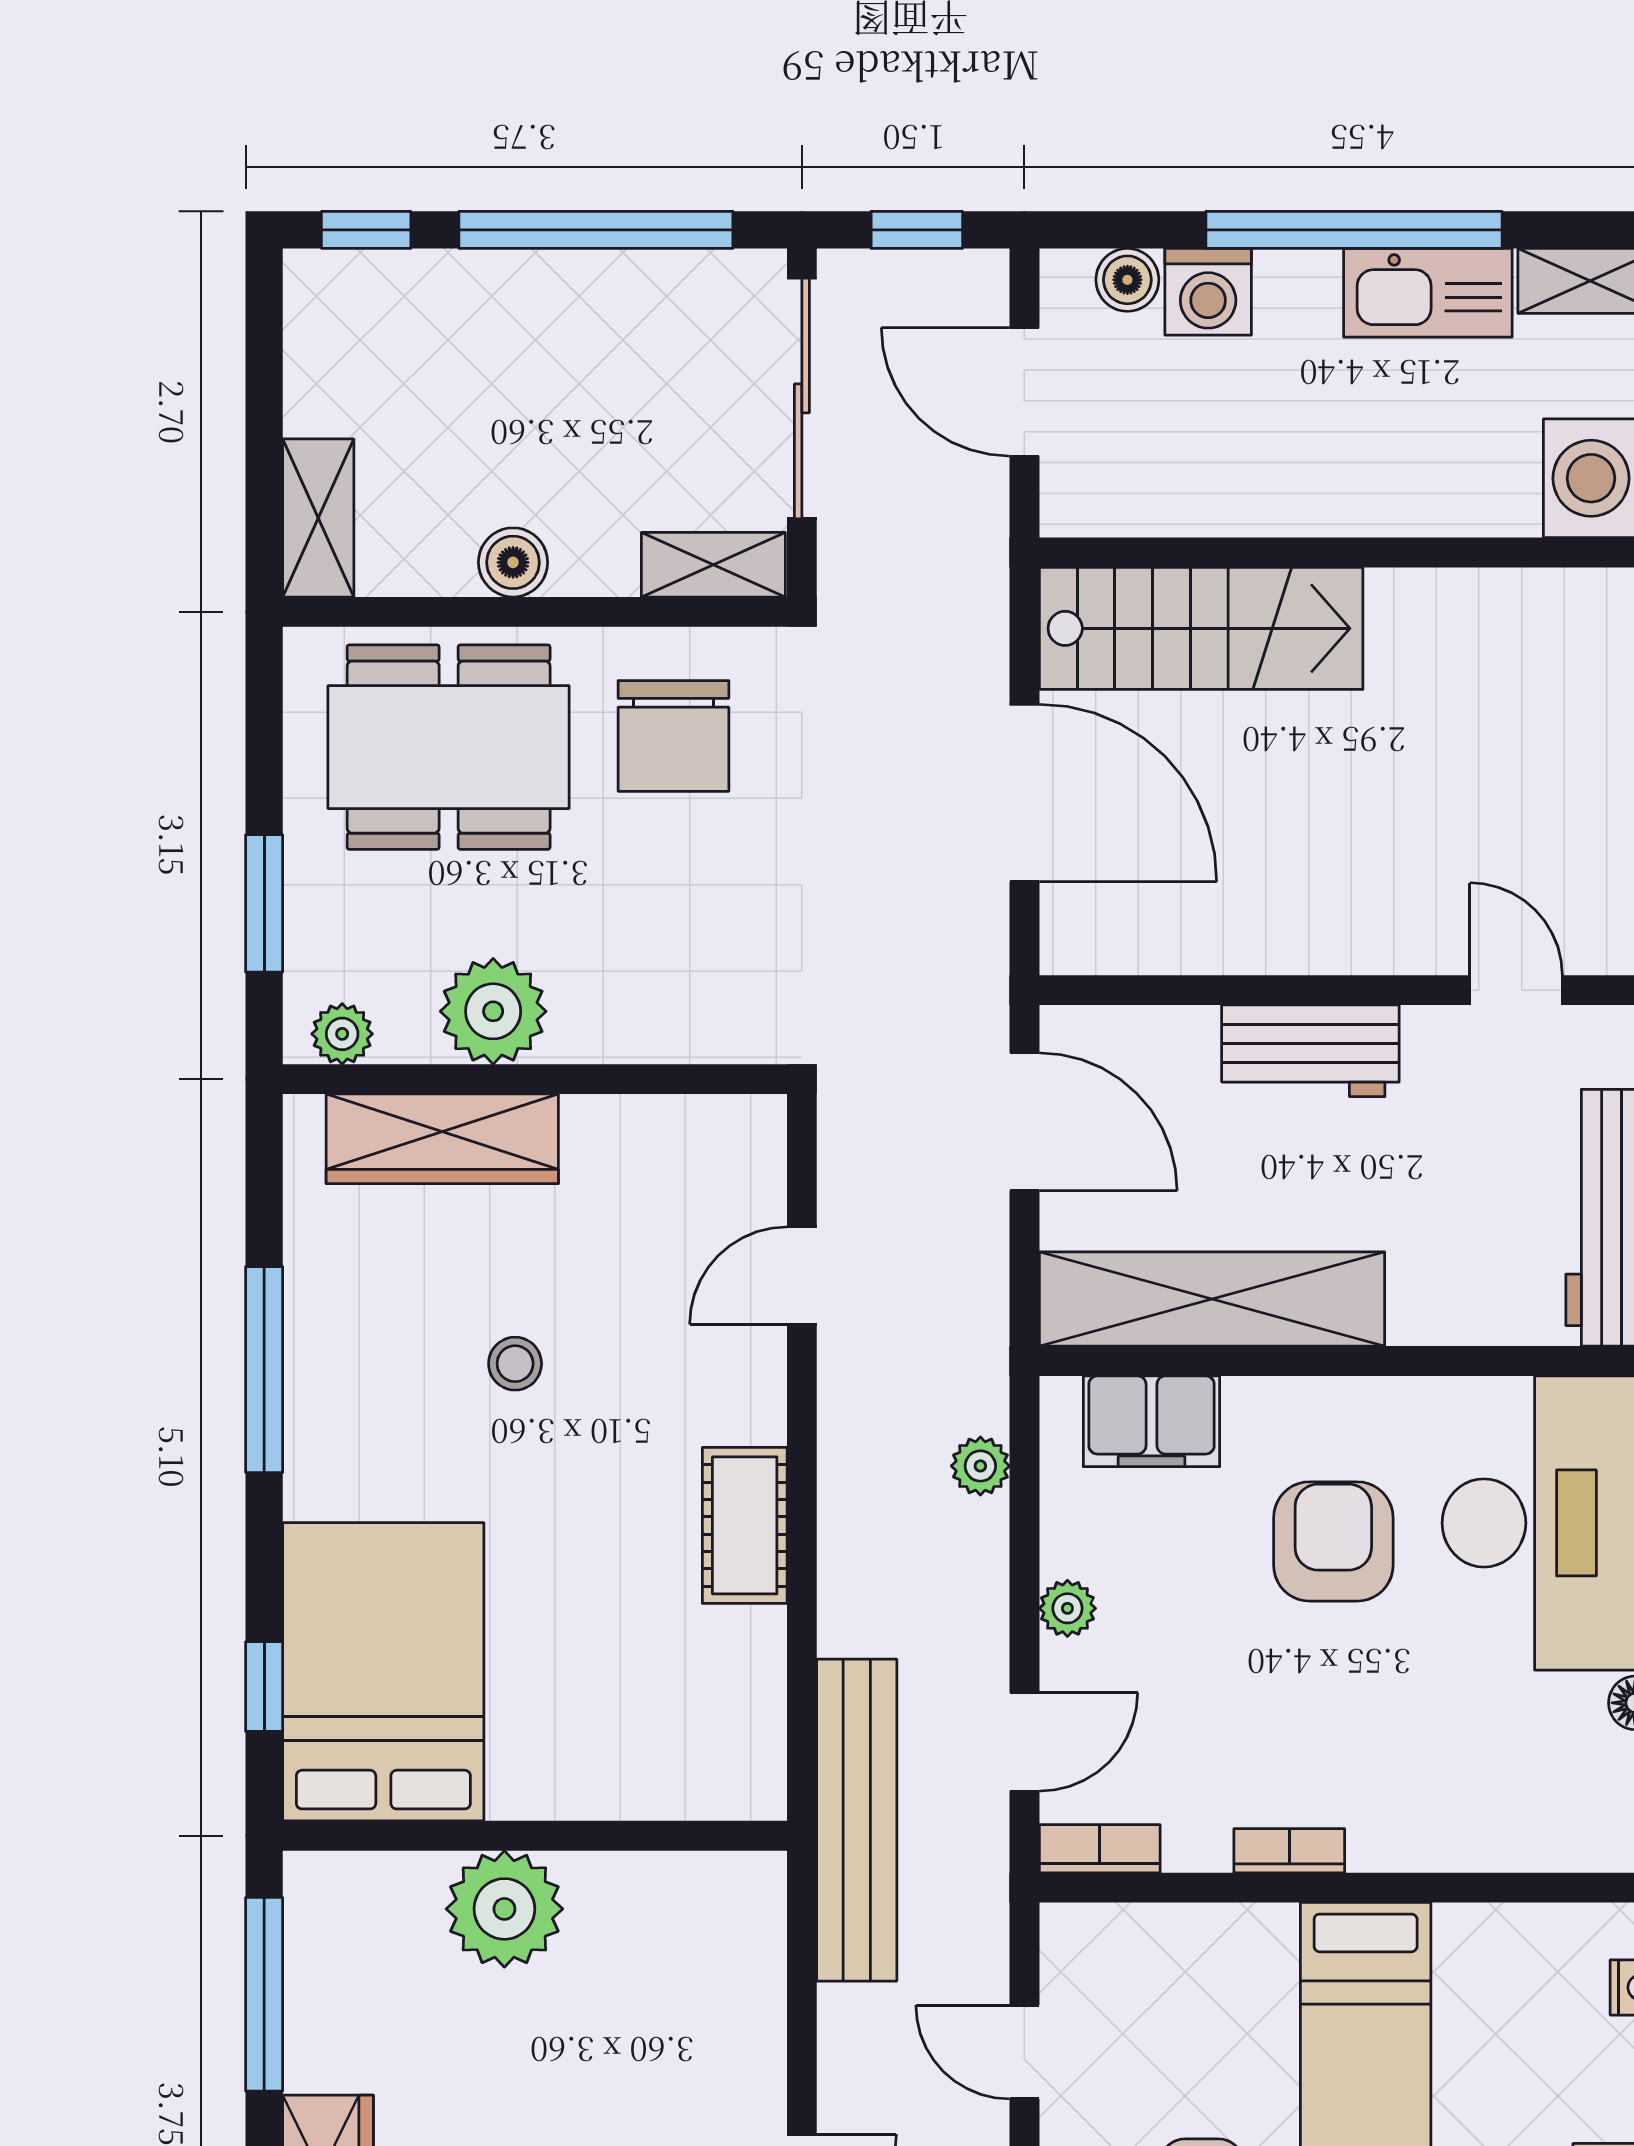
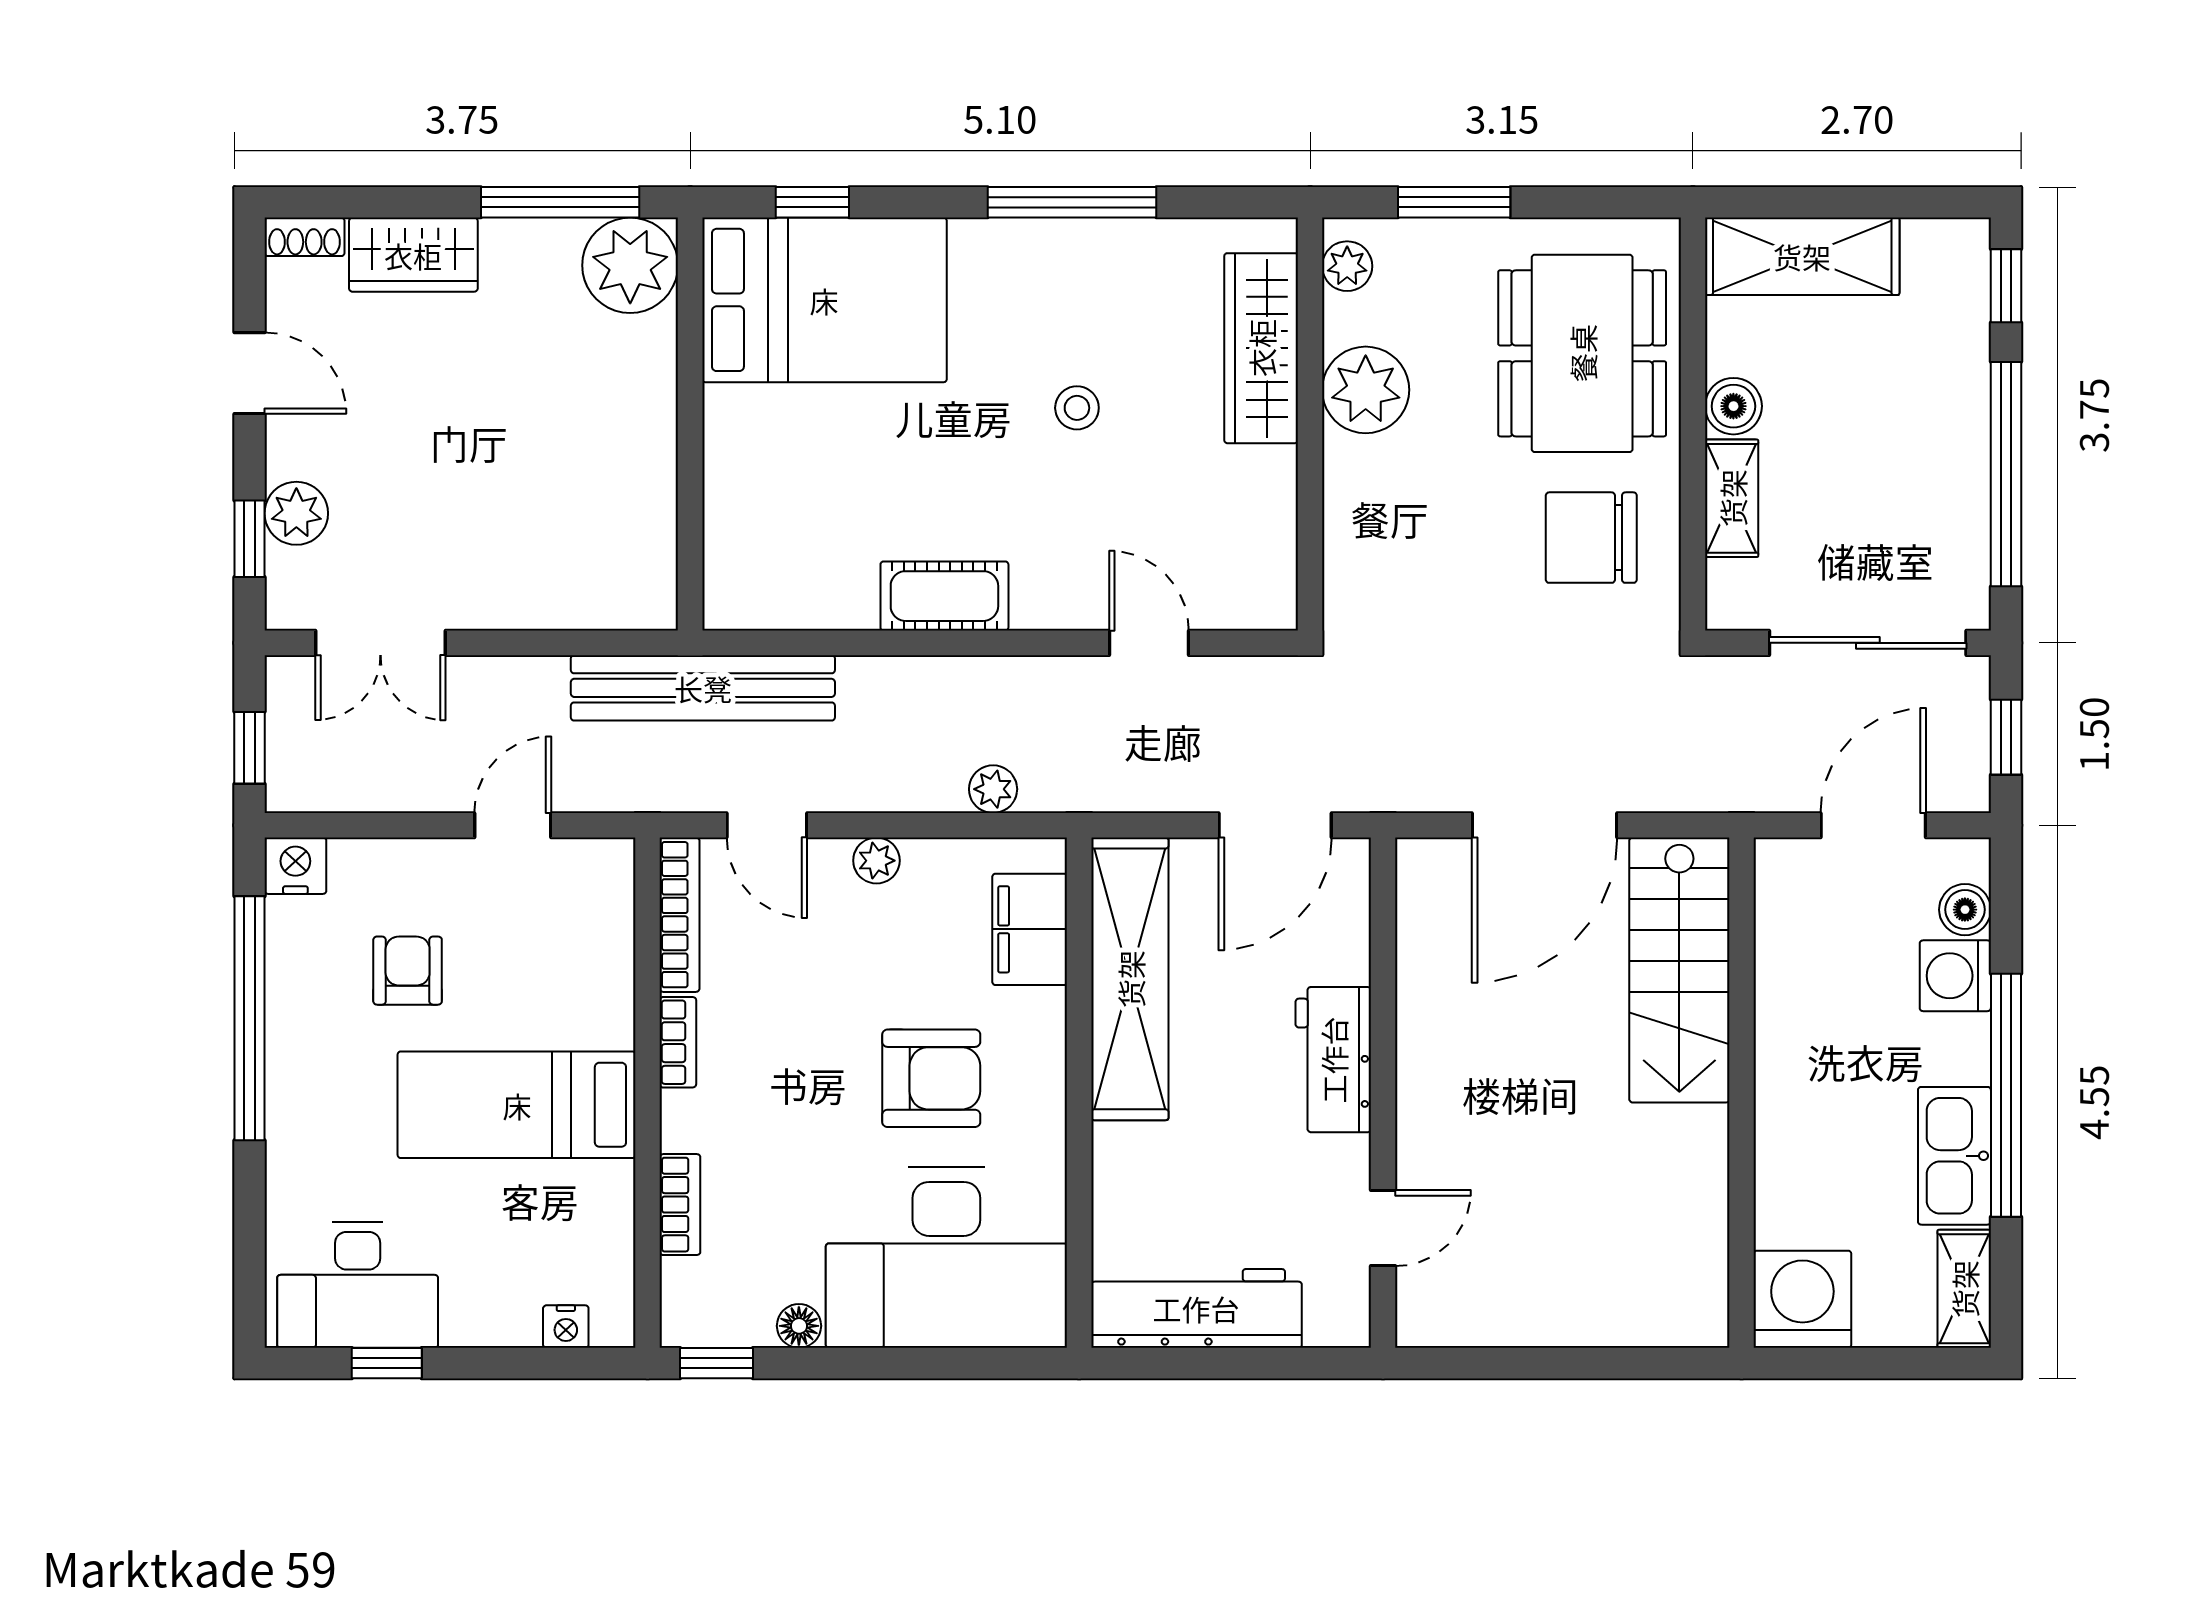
shelving: (318, 518) -> (1802, 256), width x1.50, depth x1.33
shelving: (713, 565) -> (1732, 498), moved
bookcase: (1487, 1848) -> (680, 1205), added
bookcase: (1100, 1849) -> (680, 915), width x1.56
plant: (504, 1909) -> (630, 265), moved

